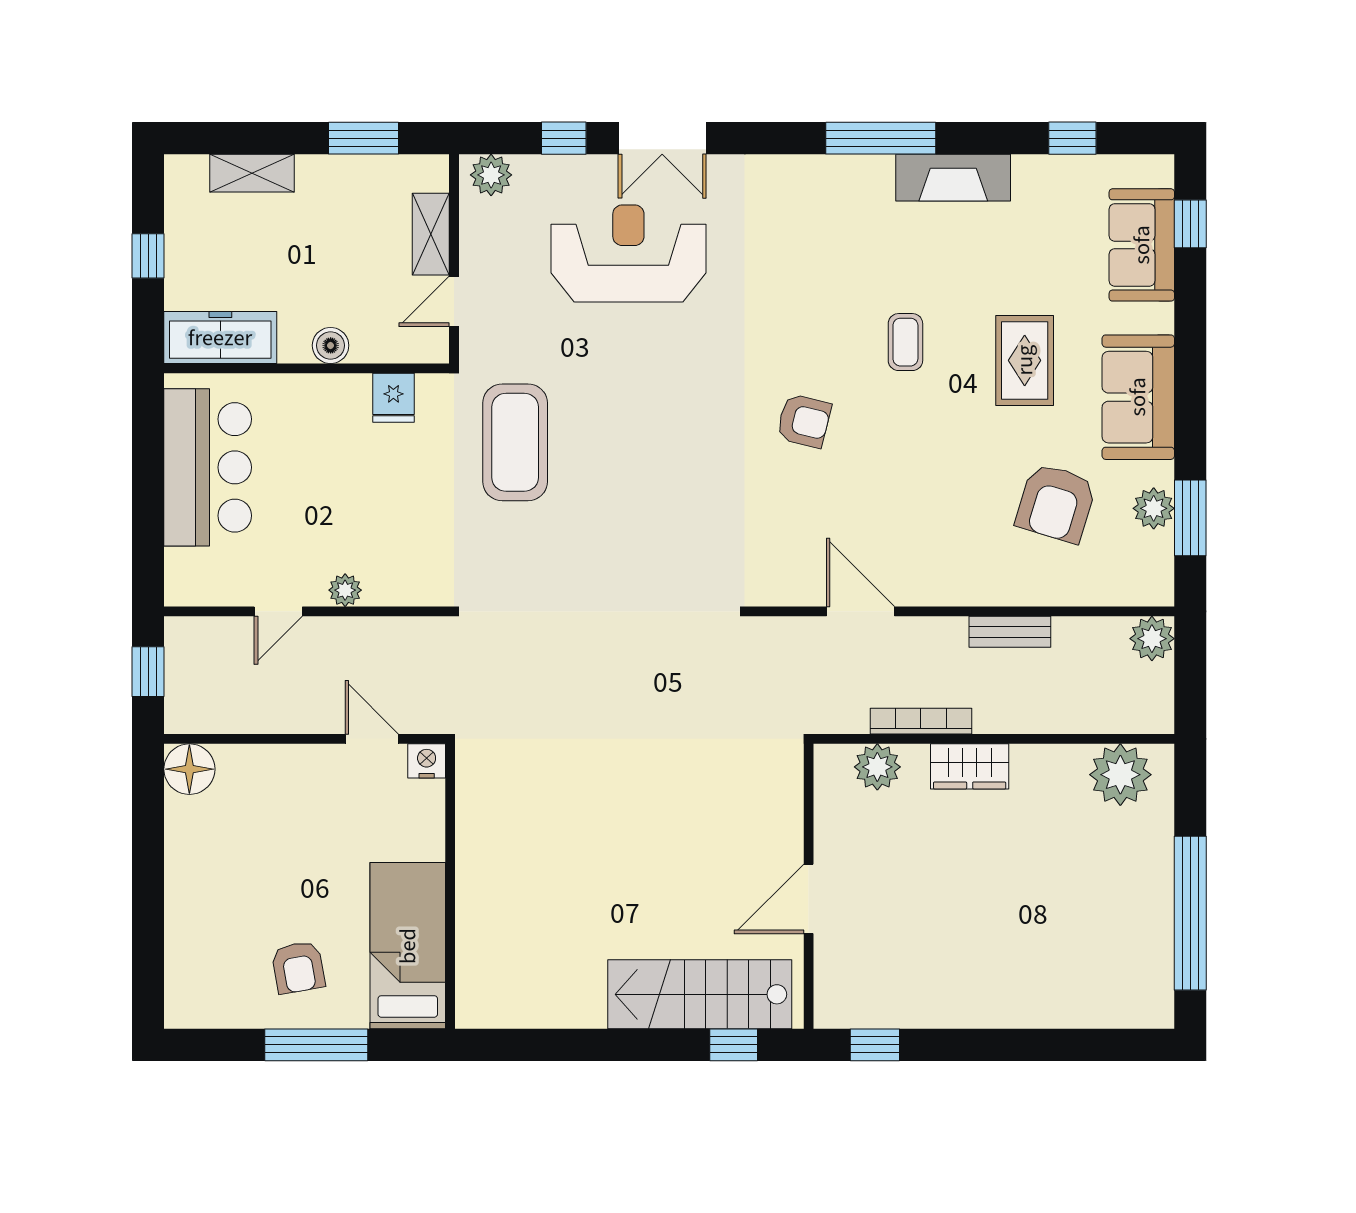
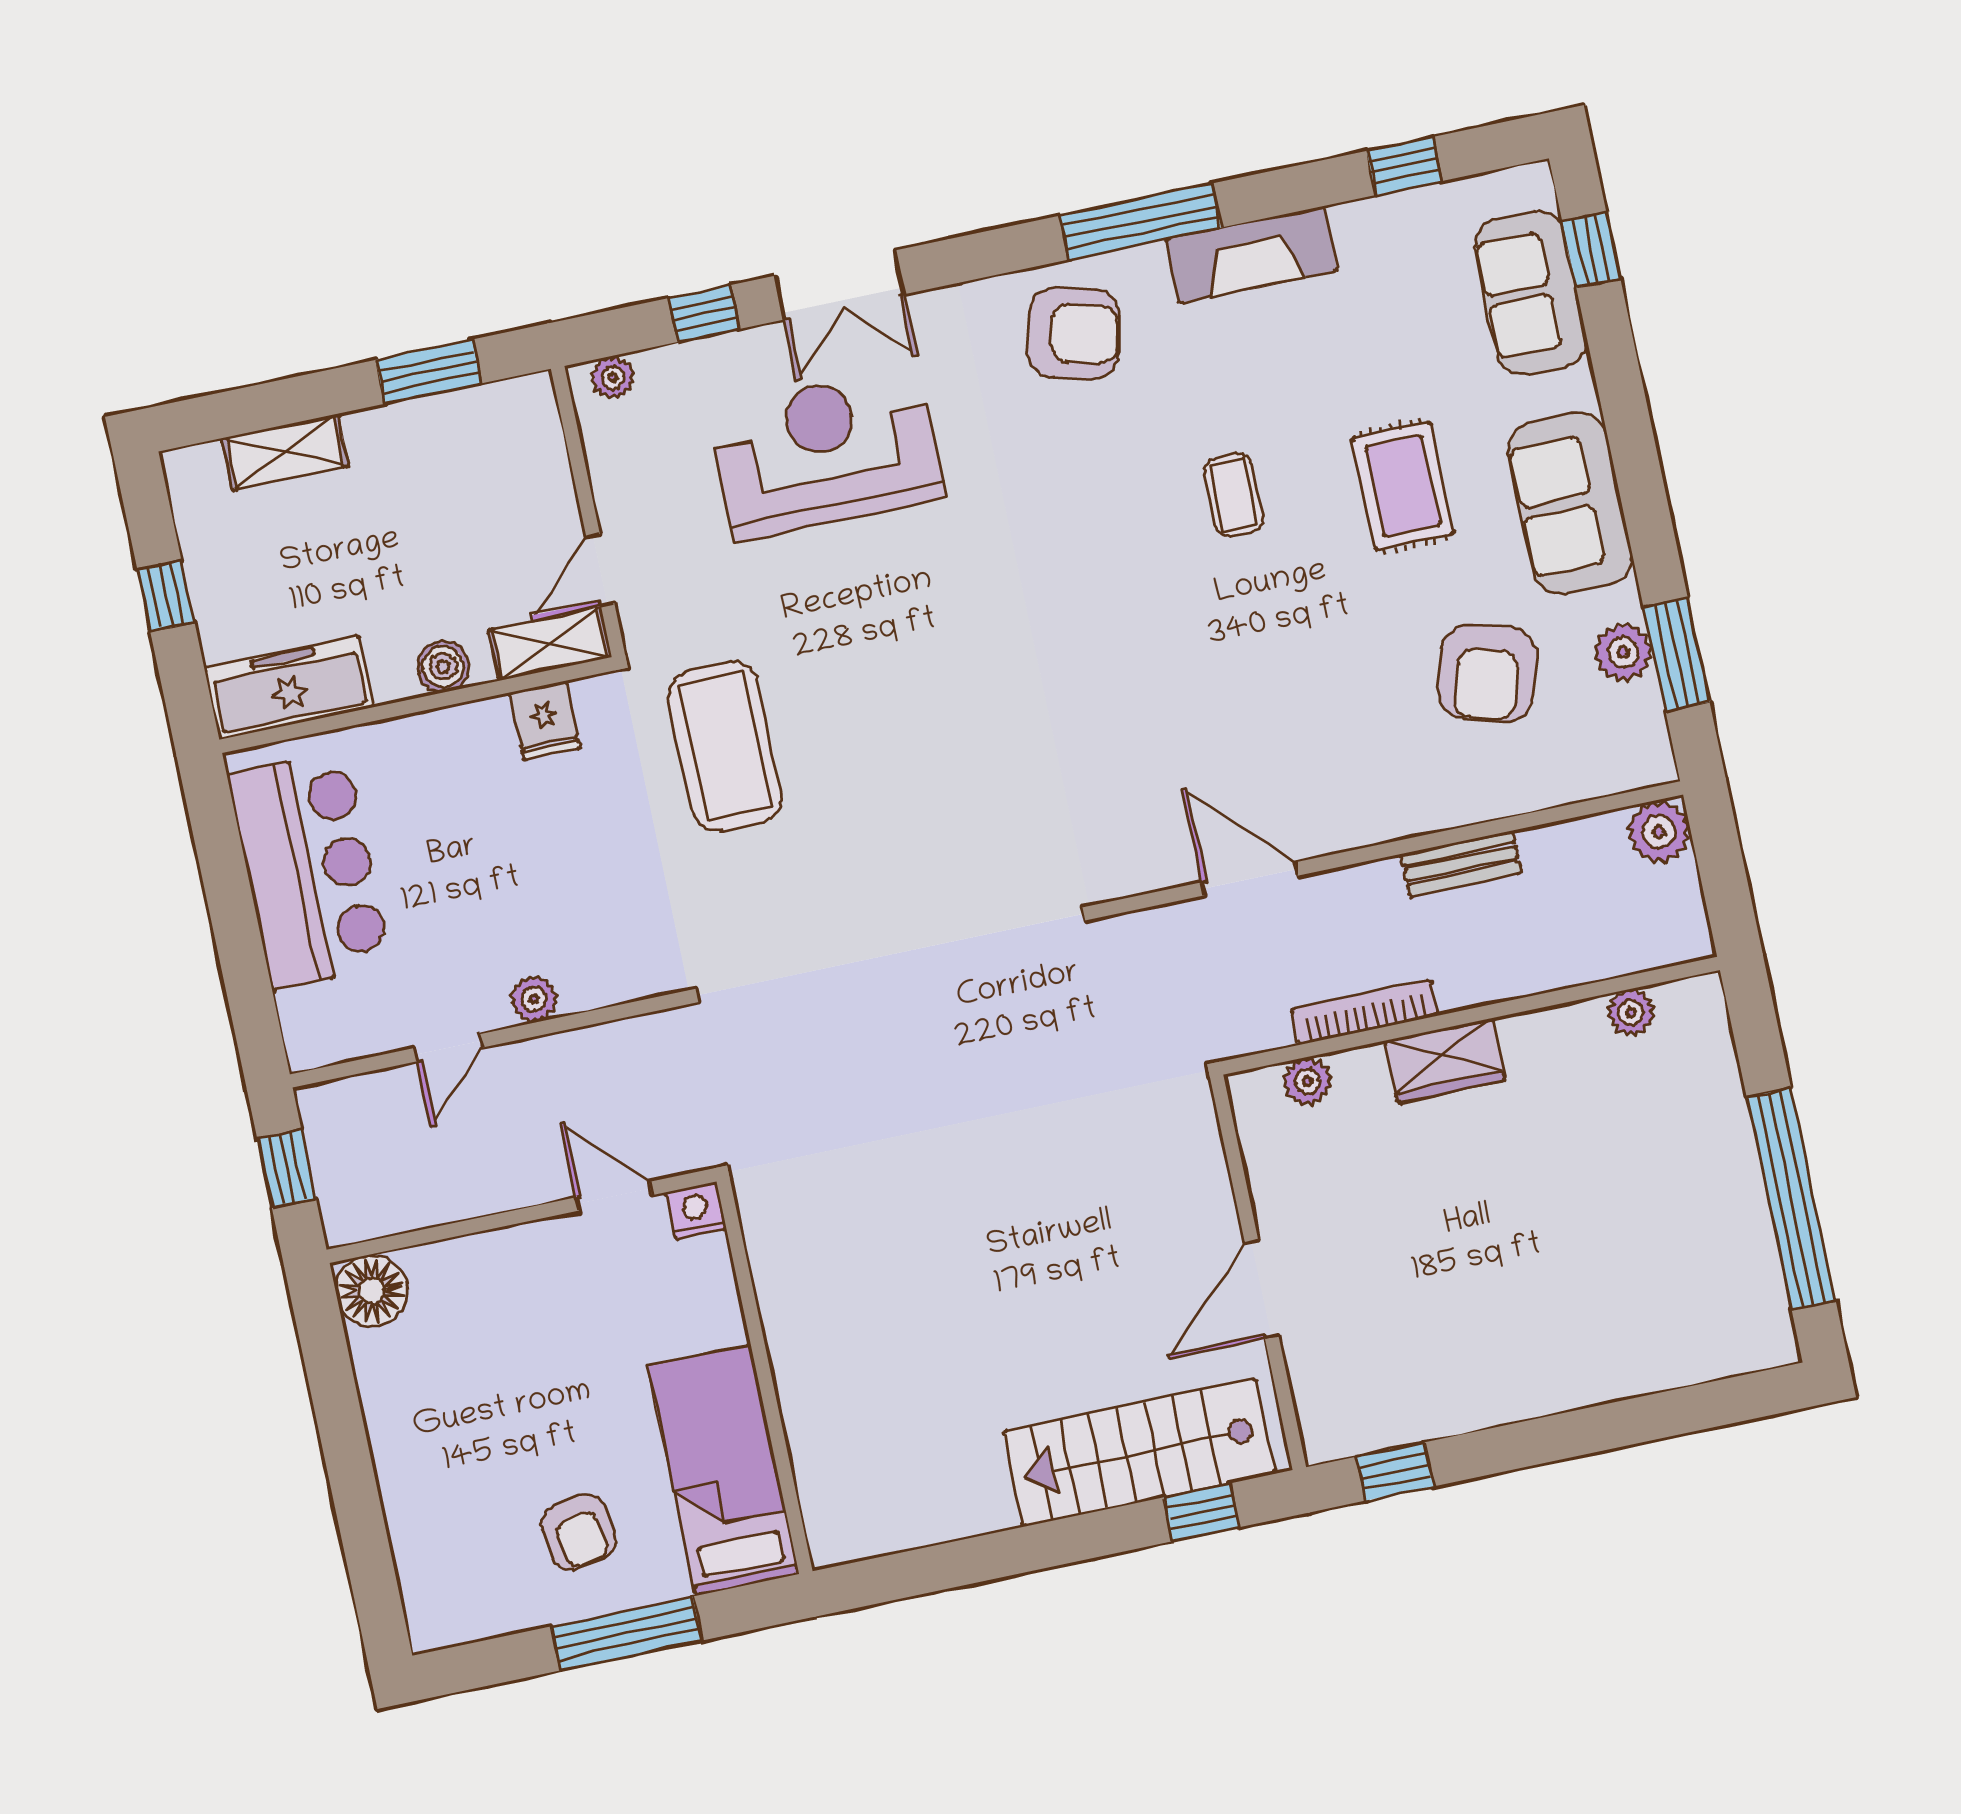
plant: (491, 175) -> (613, 377), width x0.73, depth x0.73
shelving: (431, 234) -> (550, 644), moved, turned 90
armchair: (804, 421) -> (1074, 333), moved, width x1.38, depth x1.38
plant: (877, 767) -> (1307, 1081), width x0.73, depth x0.73
plant: (1120, 775) -> (1631, 1013), width x0.53, depth x0.53

